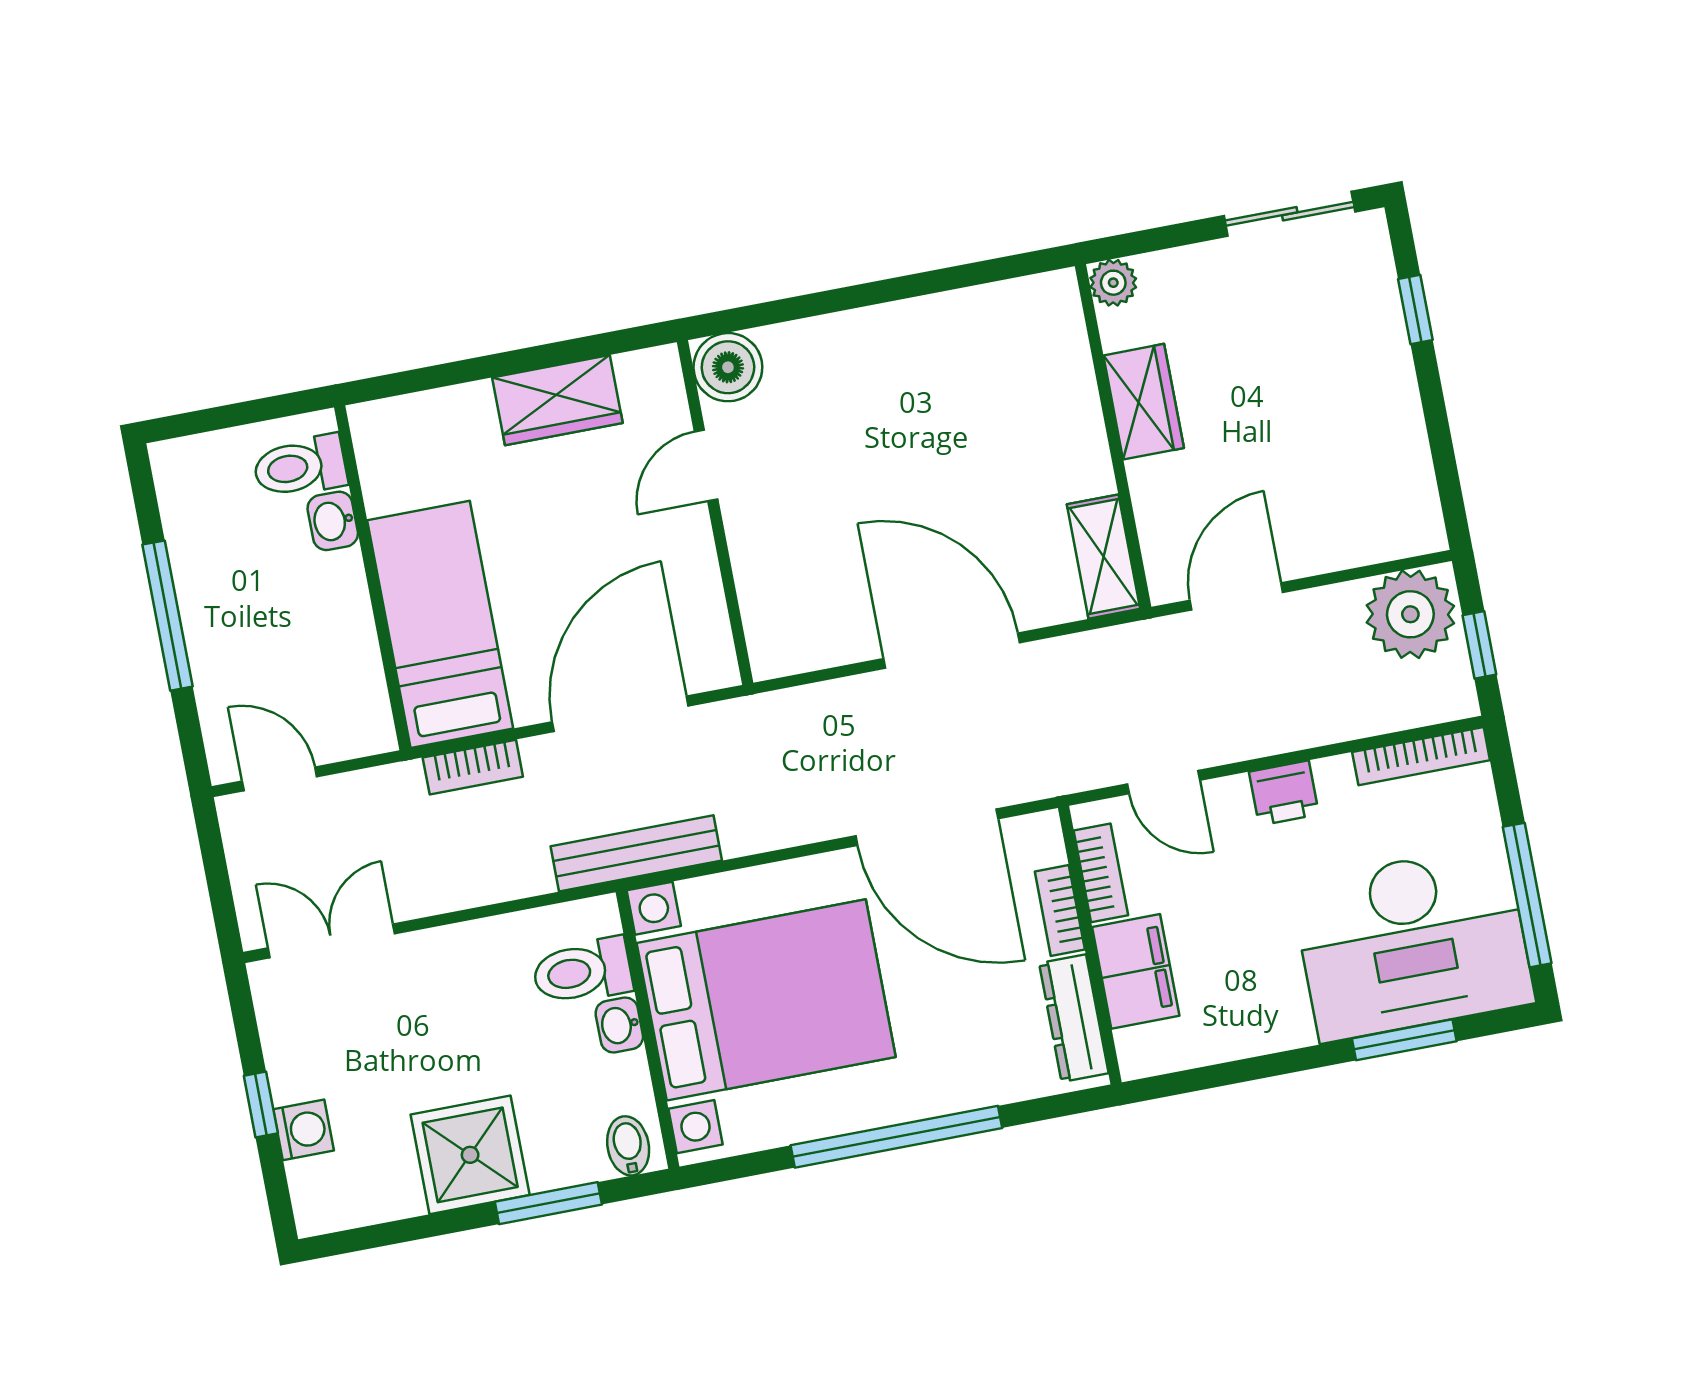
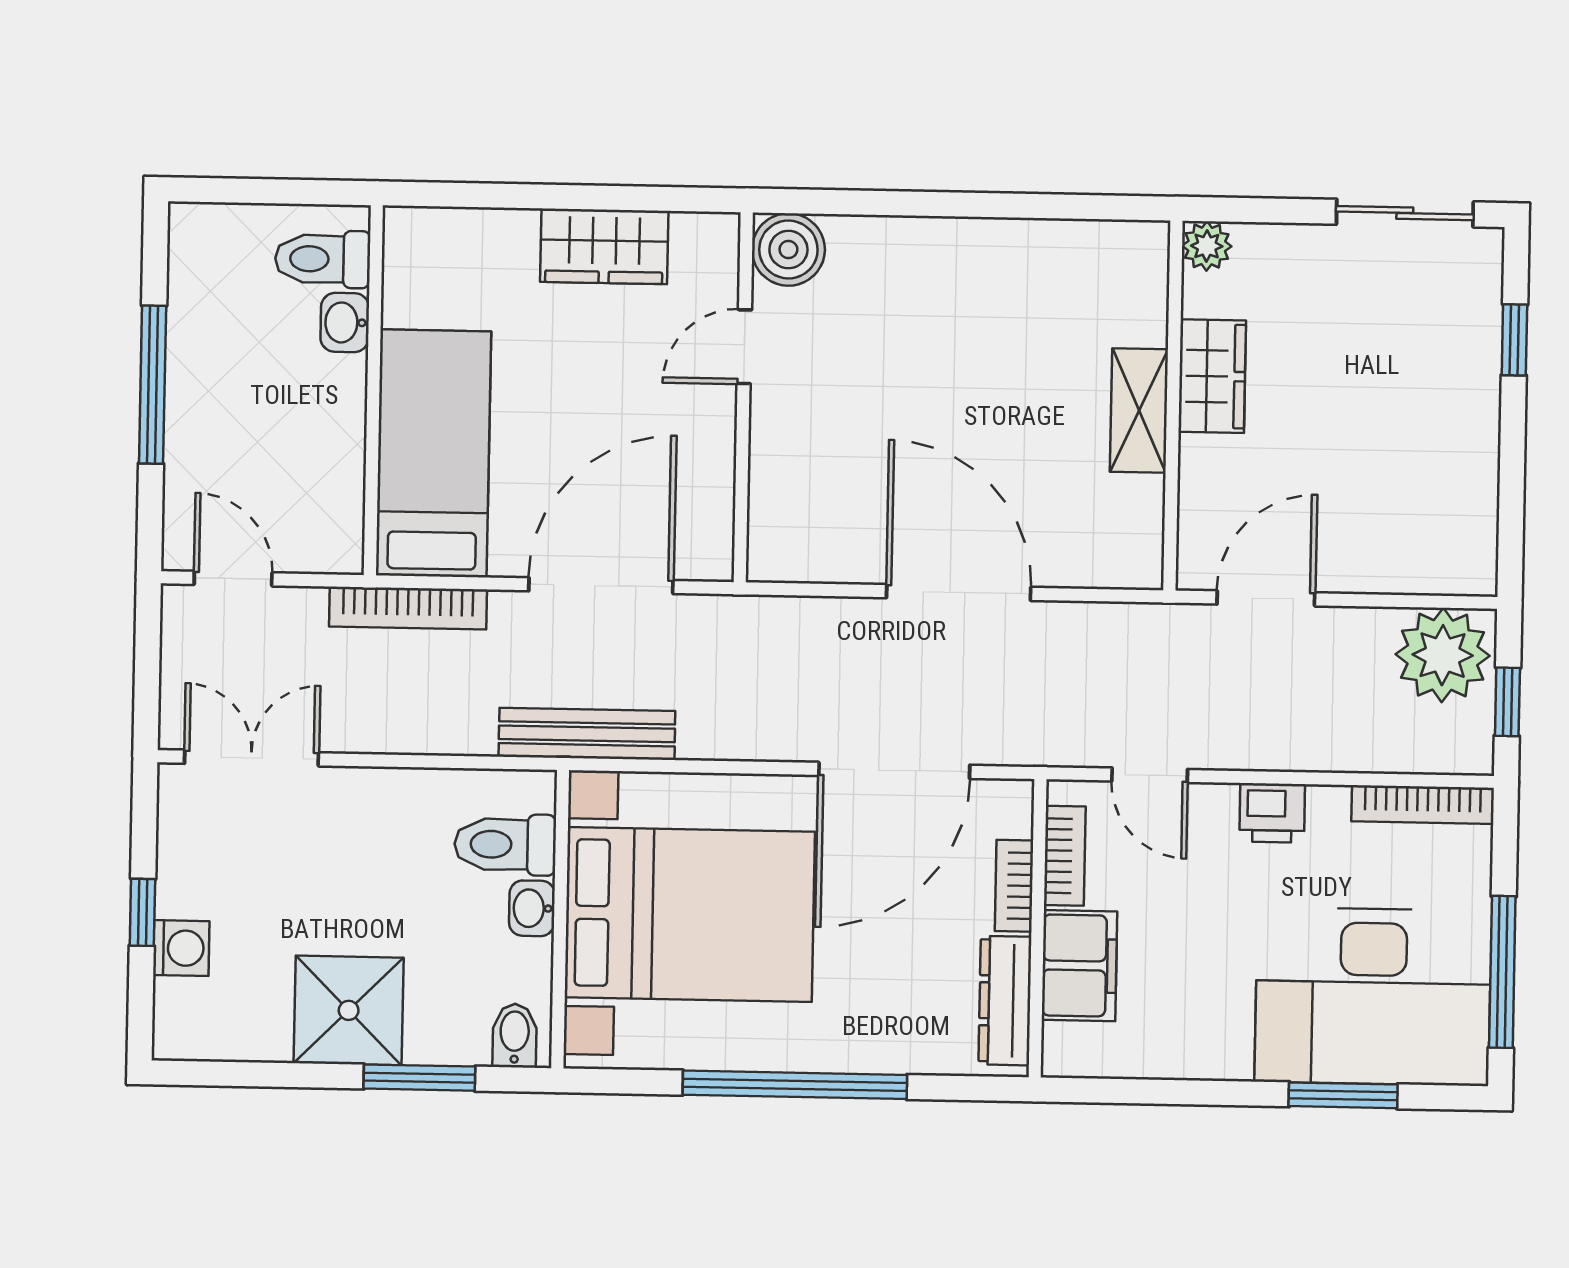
shelving: (1104, 557) -> (1139, 411), moved
bookcase: (473, 767) -> (408, 608), width x1.56
door: (927, 827) -> (894, 770), hinge flipped

